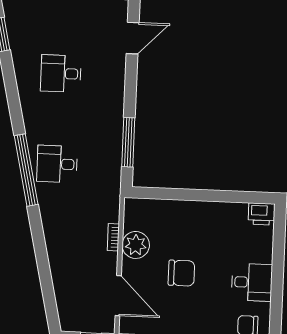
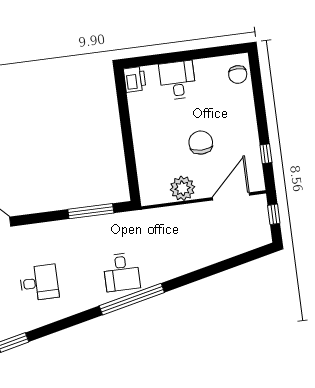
desk: (61, 74) -> (39, 283), turned -90
bookcase: (113, 237) -> (179, 210), removed
desk: (252, 282) -> (178, 80), moved

